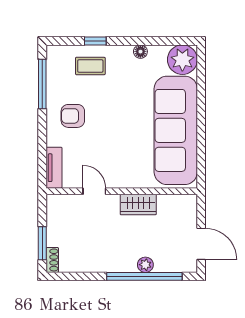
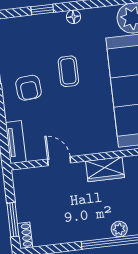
floor lamp: (140, 52) -> (74, 17), moved
coffee table: (90, 66) -> (68, 71), moved, turned 90
armchair: (73, 116) -> (29, 88), turned -95

